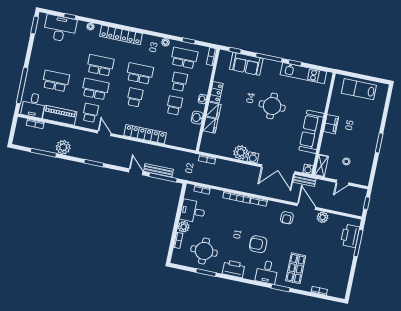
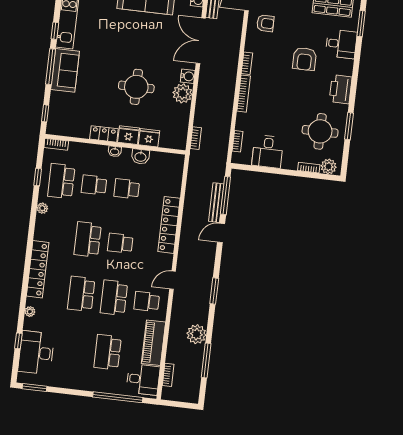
sofa: (246, 64) -> (65, 70), moved
round table: (272, 106) -> (136, 87), moved
double door: (278, 169) -> (201, 41), swing flipped
plant: (184, 227) -> (329, 166), moved

